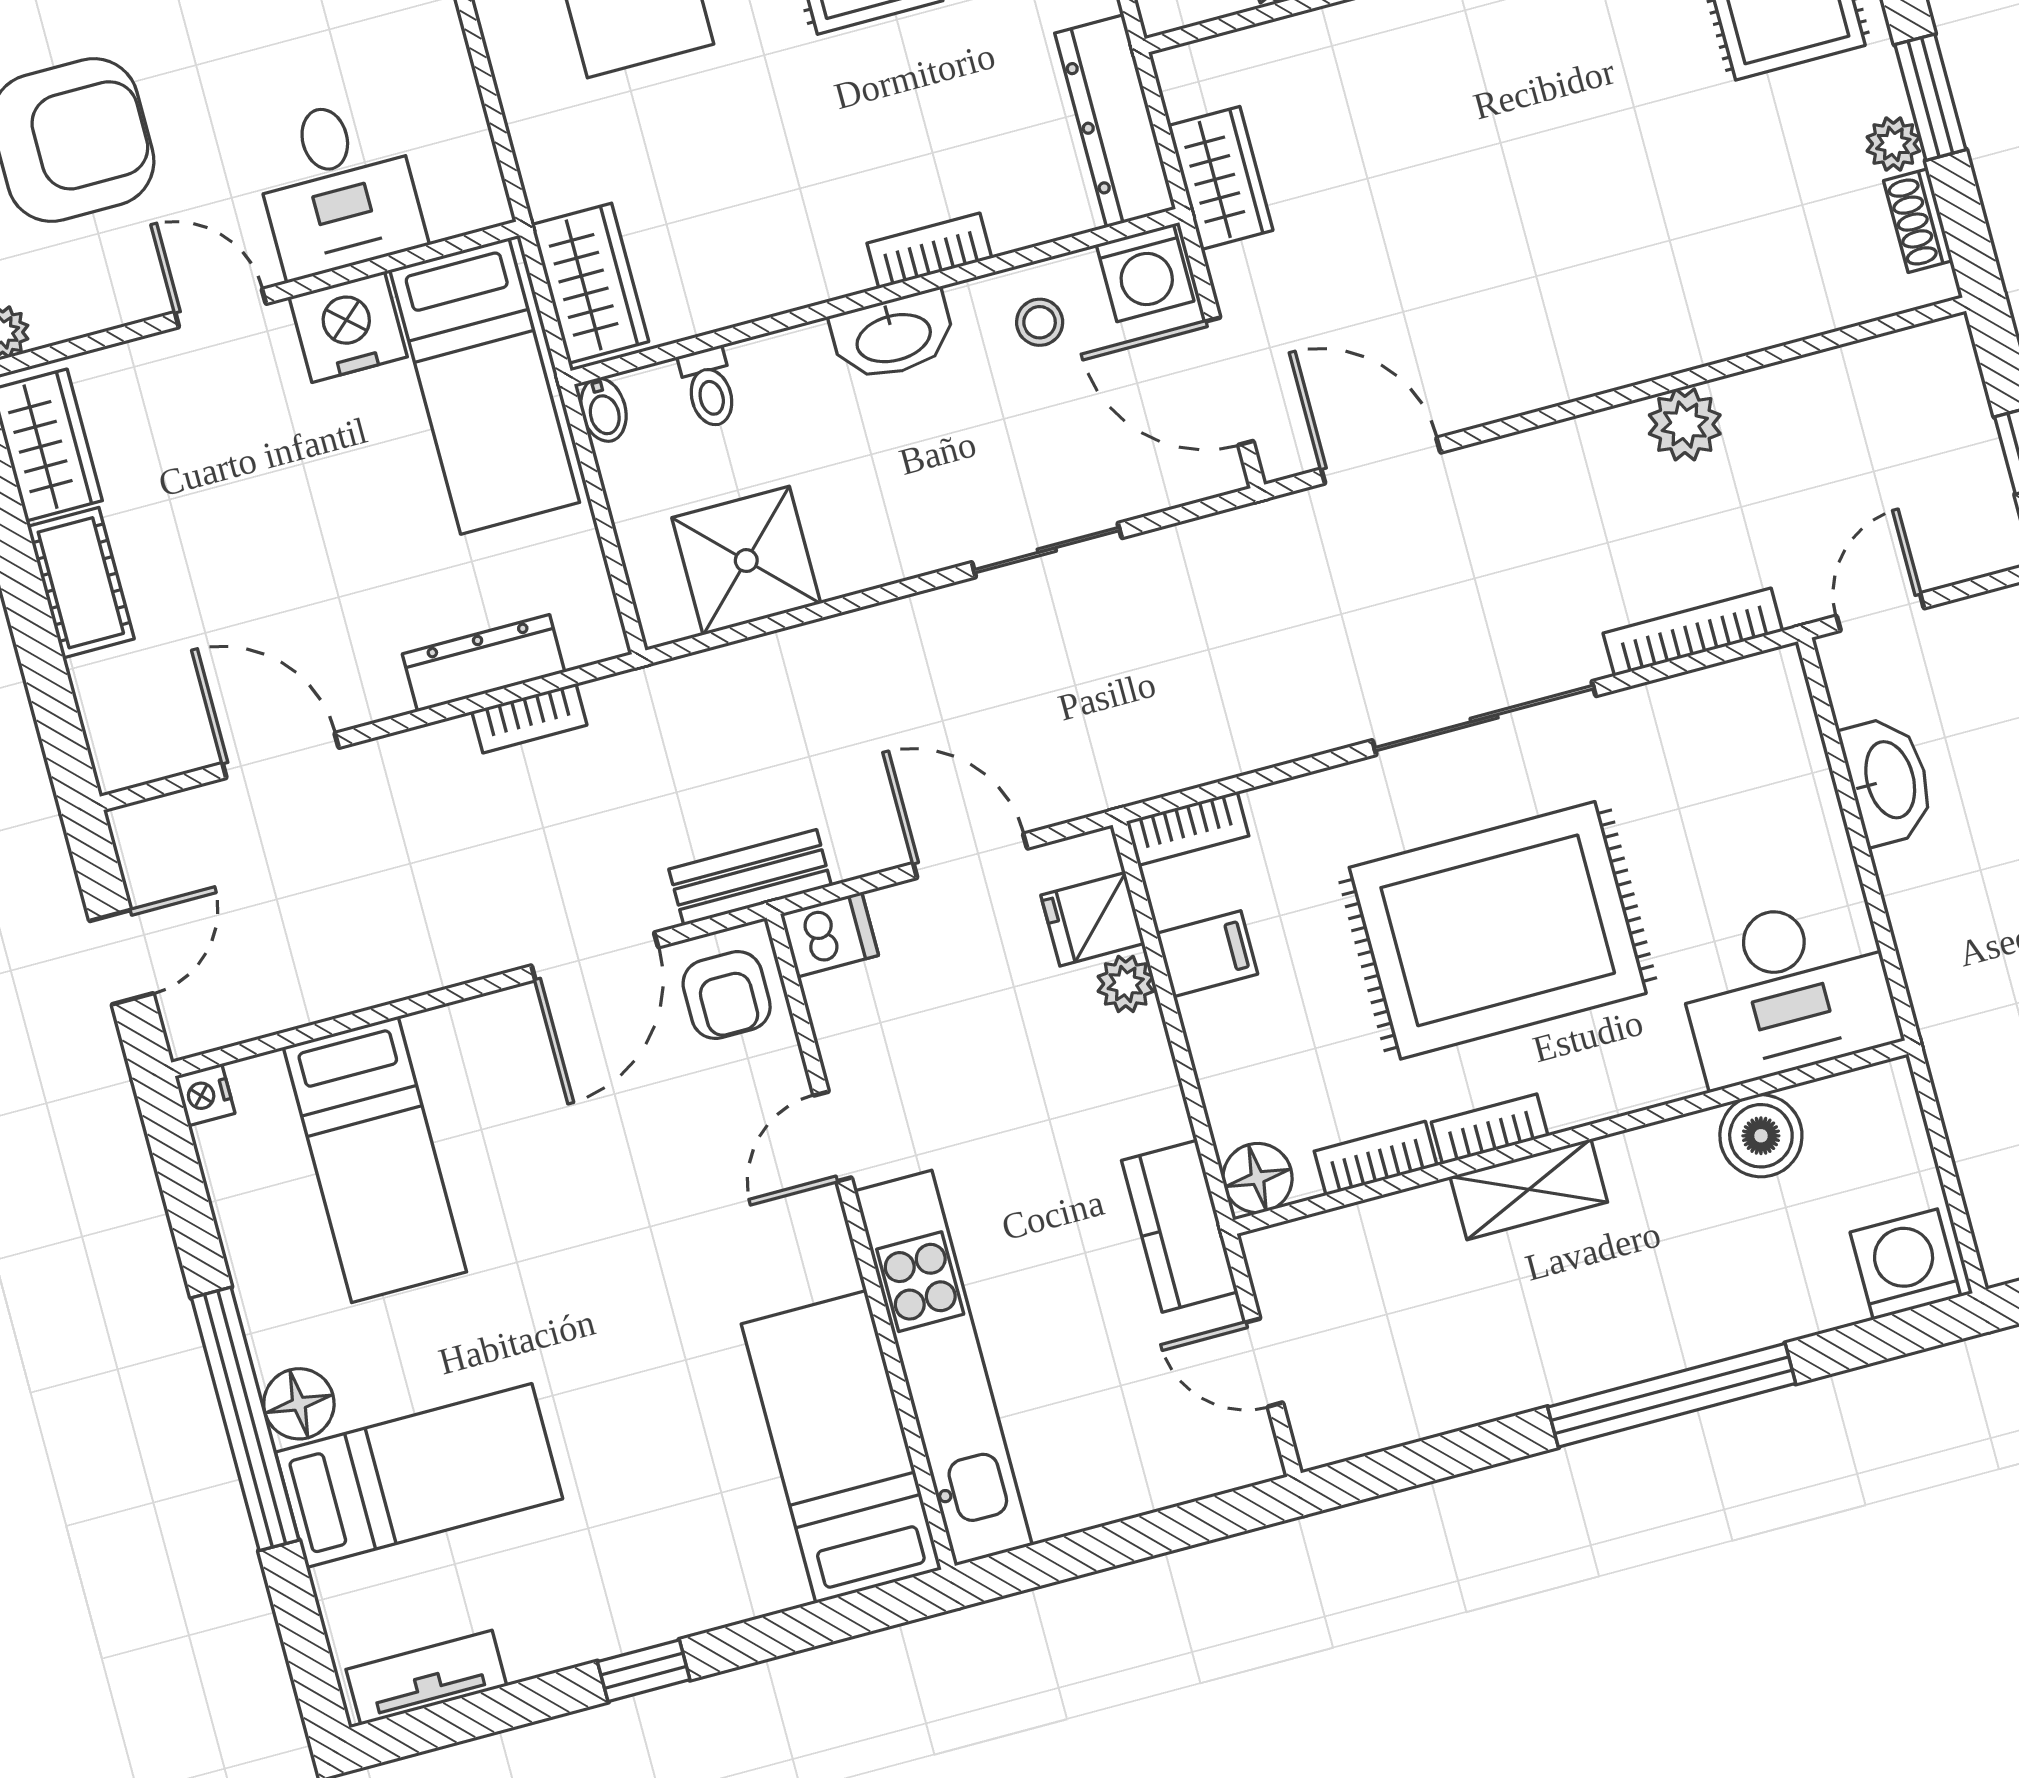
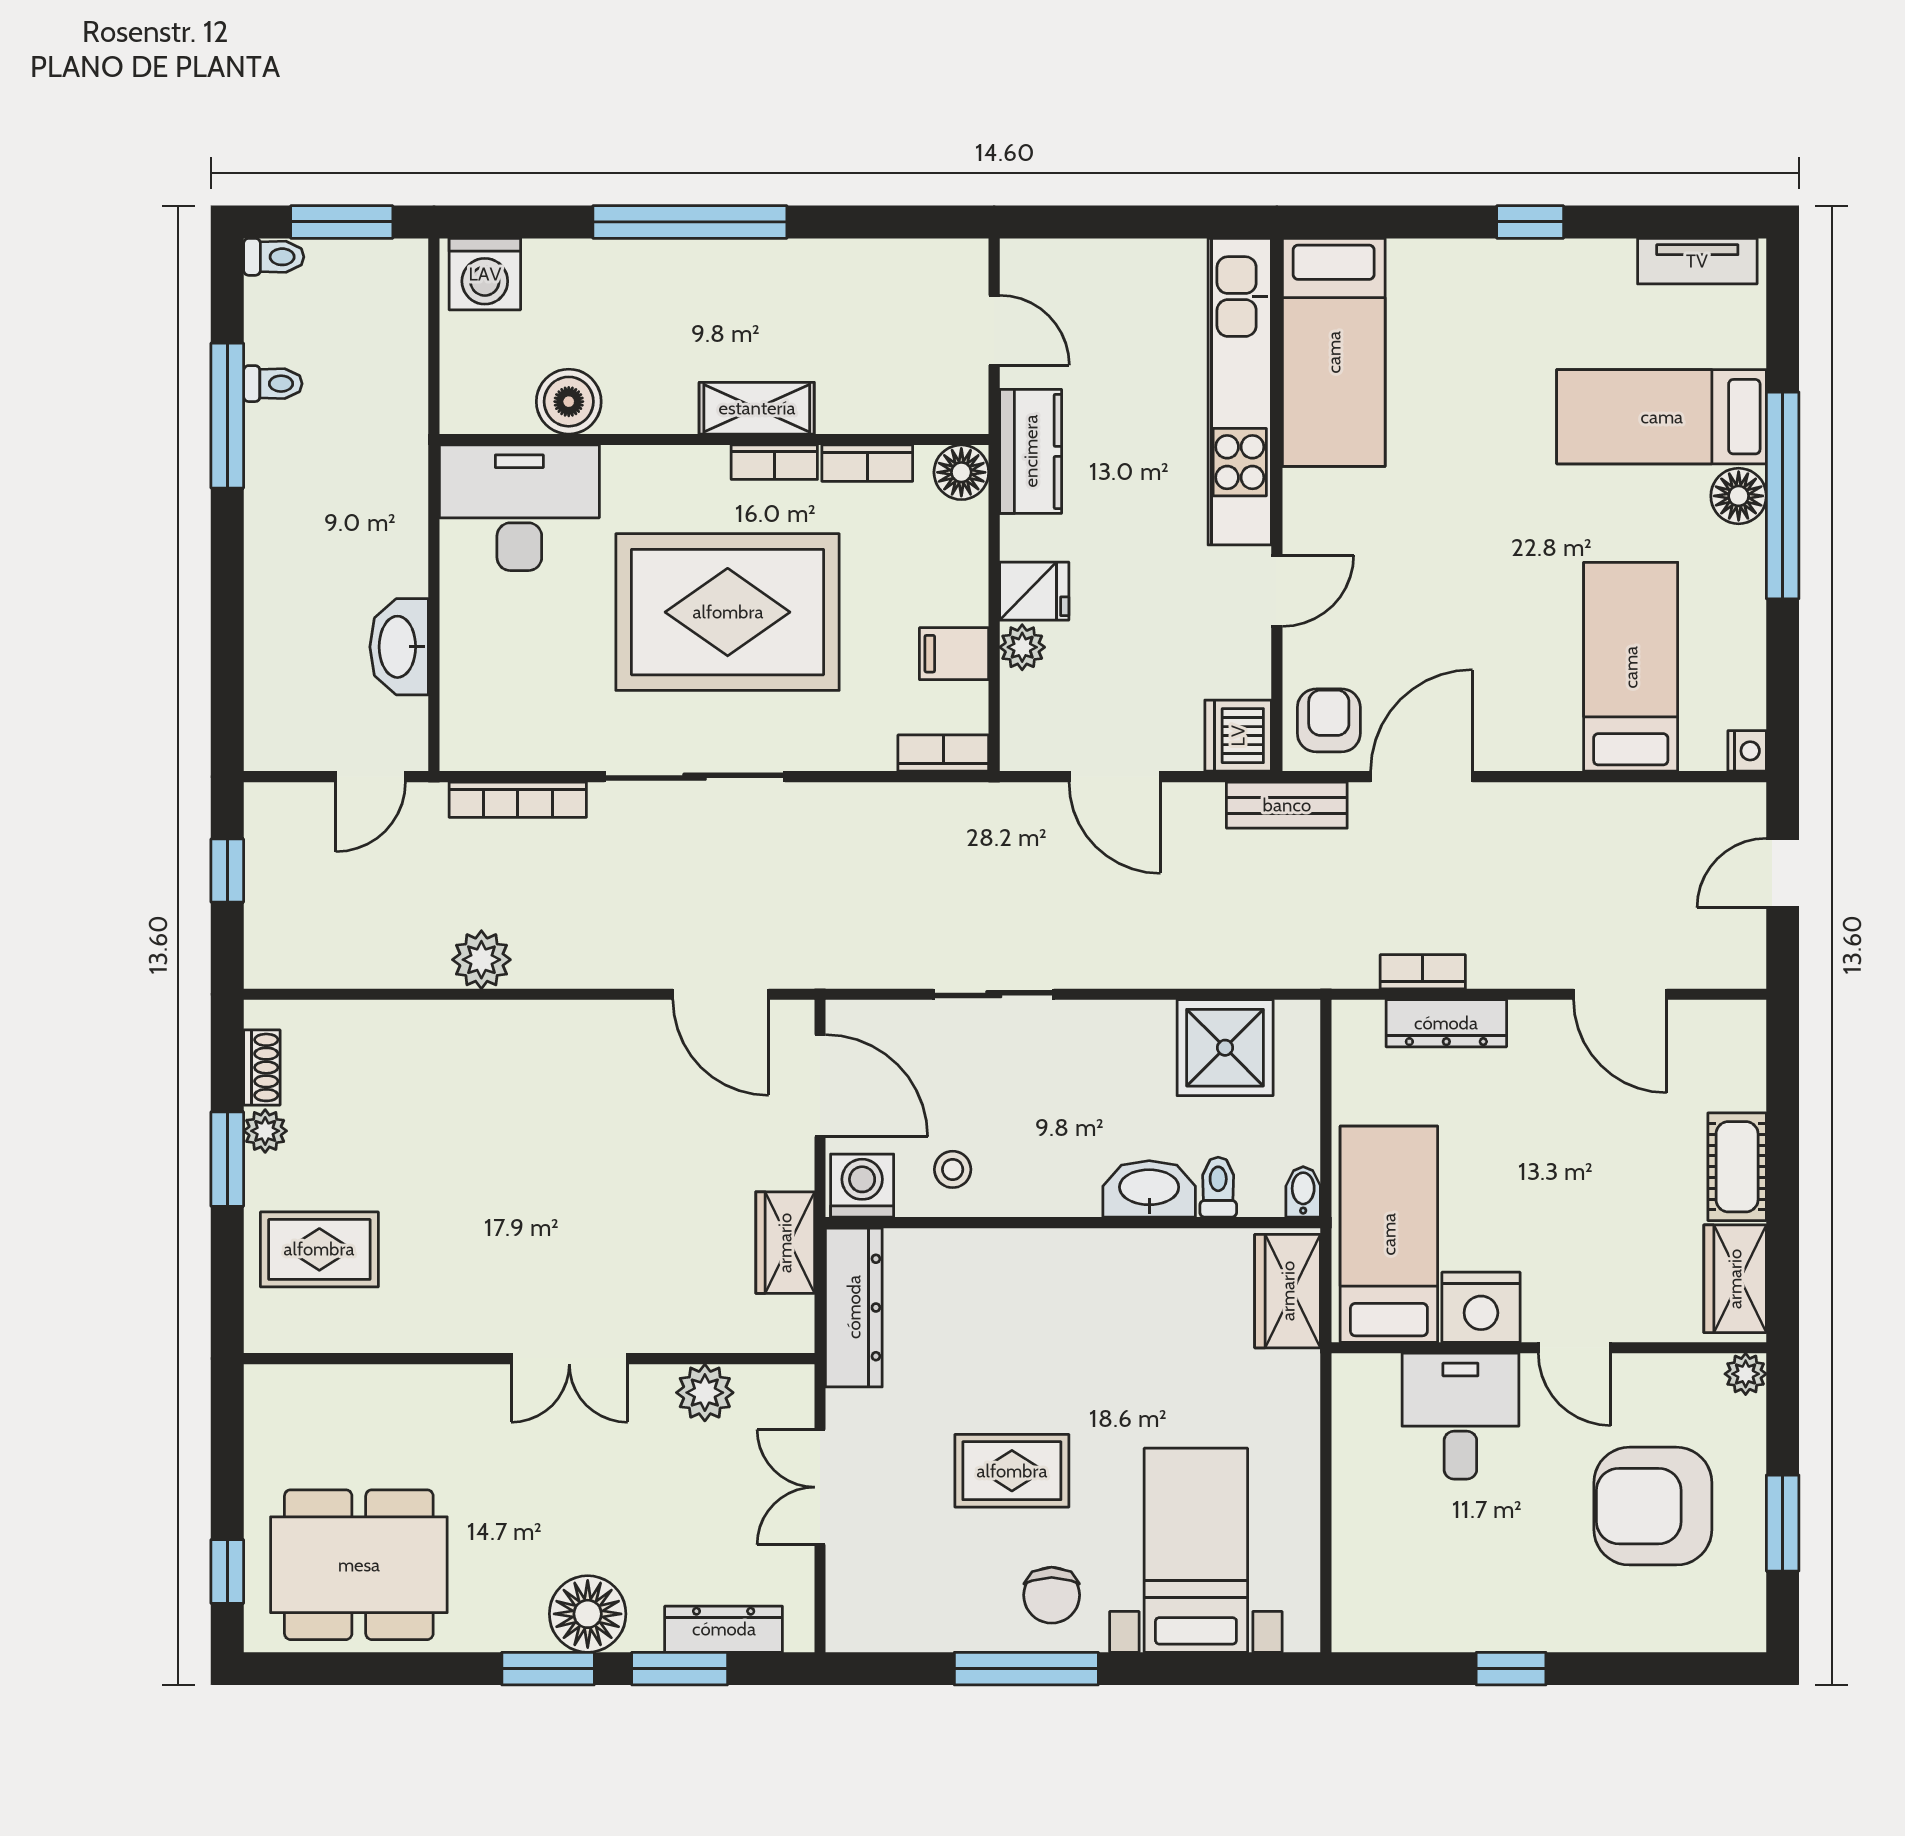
bookcase: (929, 251) -> (1022, 1247), removed
washbasin: (893, 336) -> (1149, 1189), moved
fridge: (1093, 919) -> (1034, 591), moved
dishwasher: (829, 935) -> (1238, 736), width x1.38

